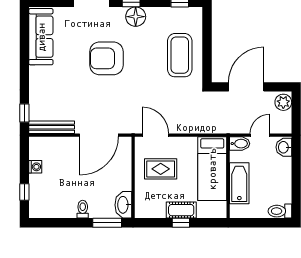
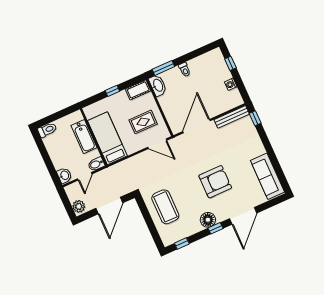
cot: (181, 210) -> (138, 90), moved

